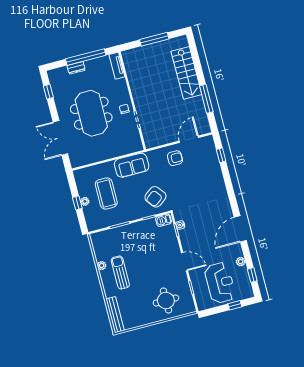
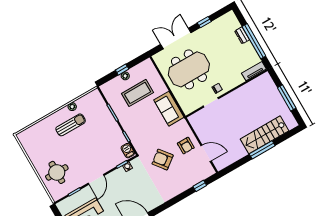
window: (48, 92) -> (204, 22), moved
window: (206, 99) -> (262, 150), moved
meeting table: (91, 113) -> (189, 69), moved
armchair: (155, 197) -> (163, 160), moved
bench: (115, 315) -> (32, 131), removed

